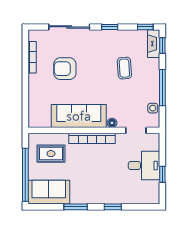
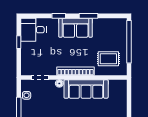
desk: (144, 166) -> (34, 30), moved
sofa: (49, 192) -> (76, 28), moved

